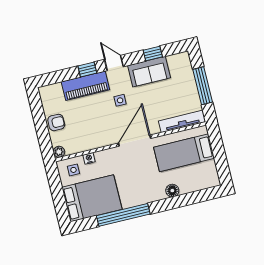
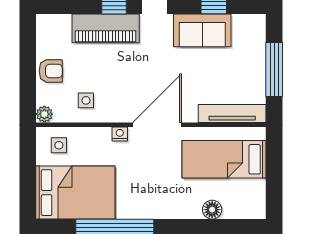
side table: (120, 100) -> (86, 100), moved
nightstand: (89, 158) -> (120, 134), moved
floor lamp: (172, 191) -> (212, 210), moved

